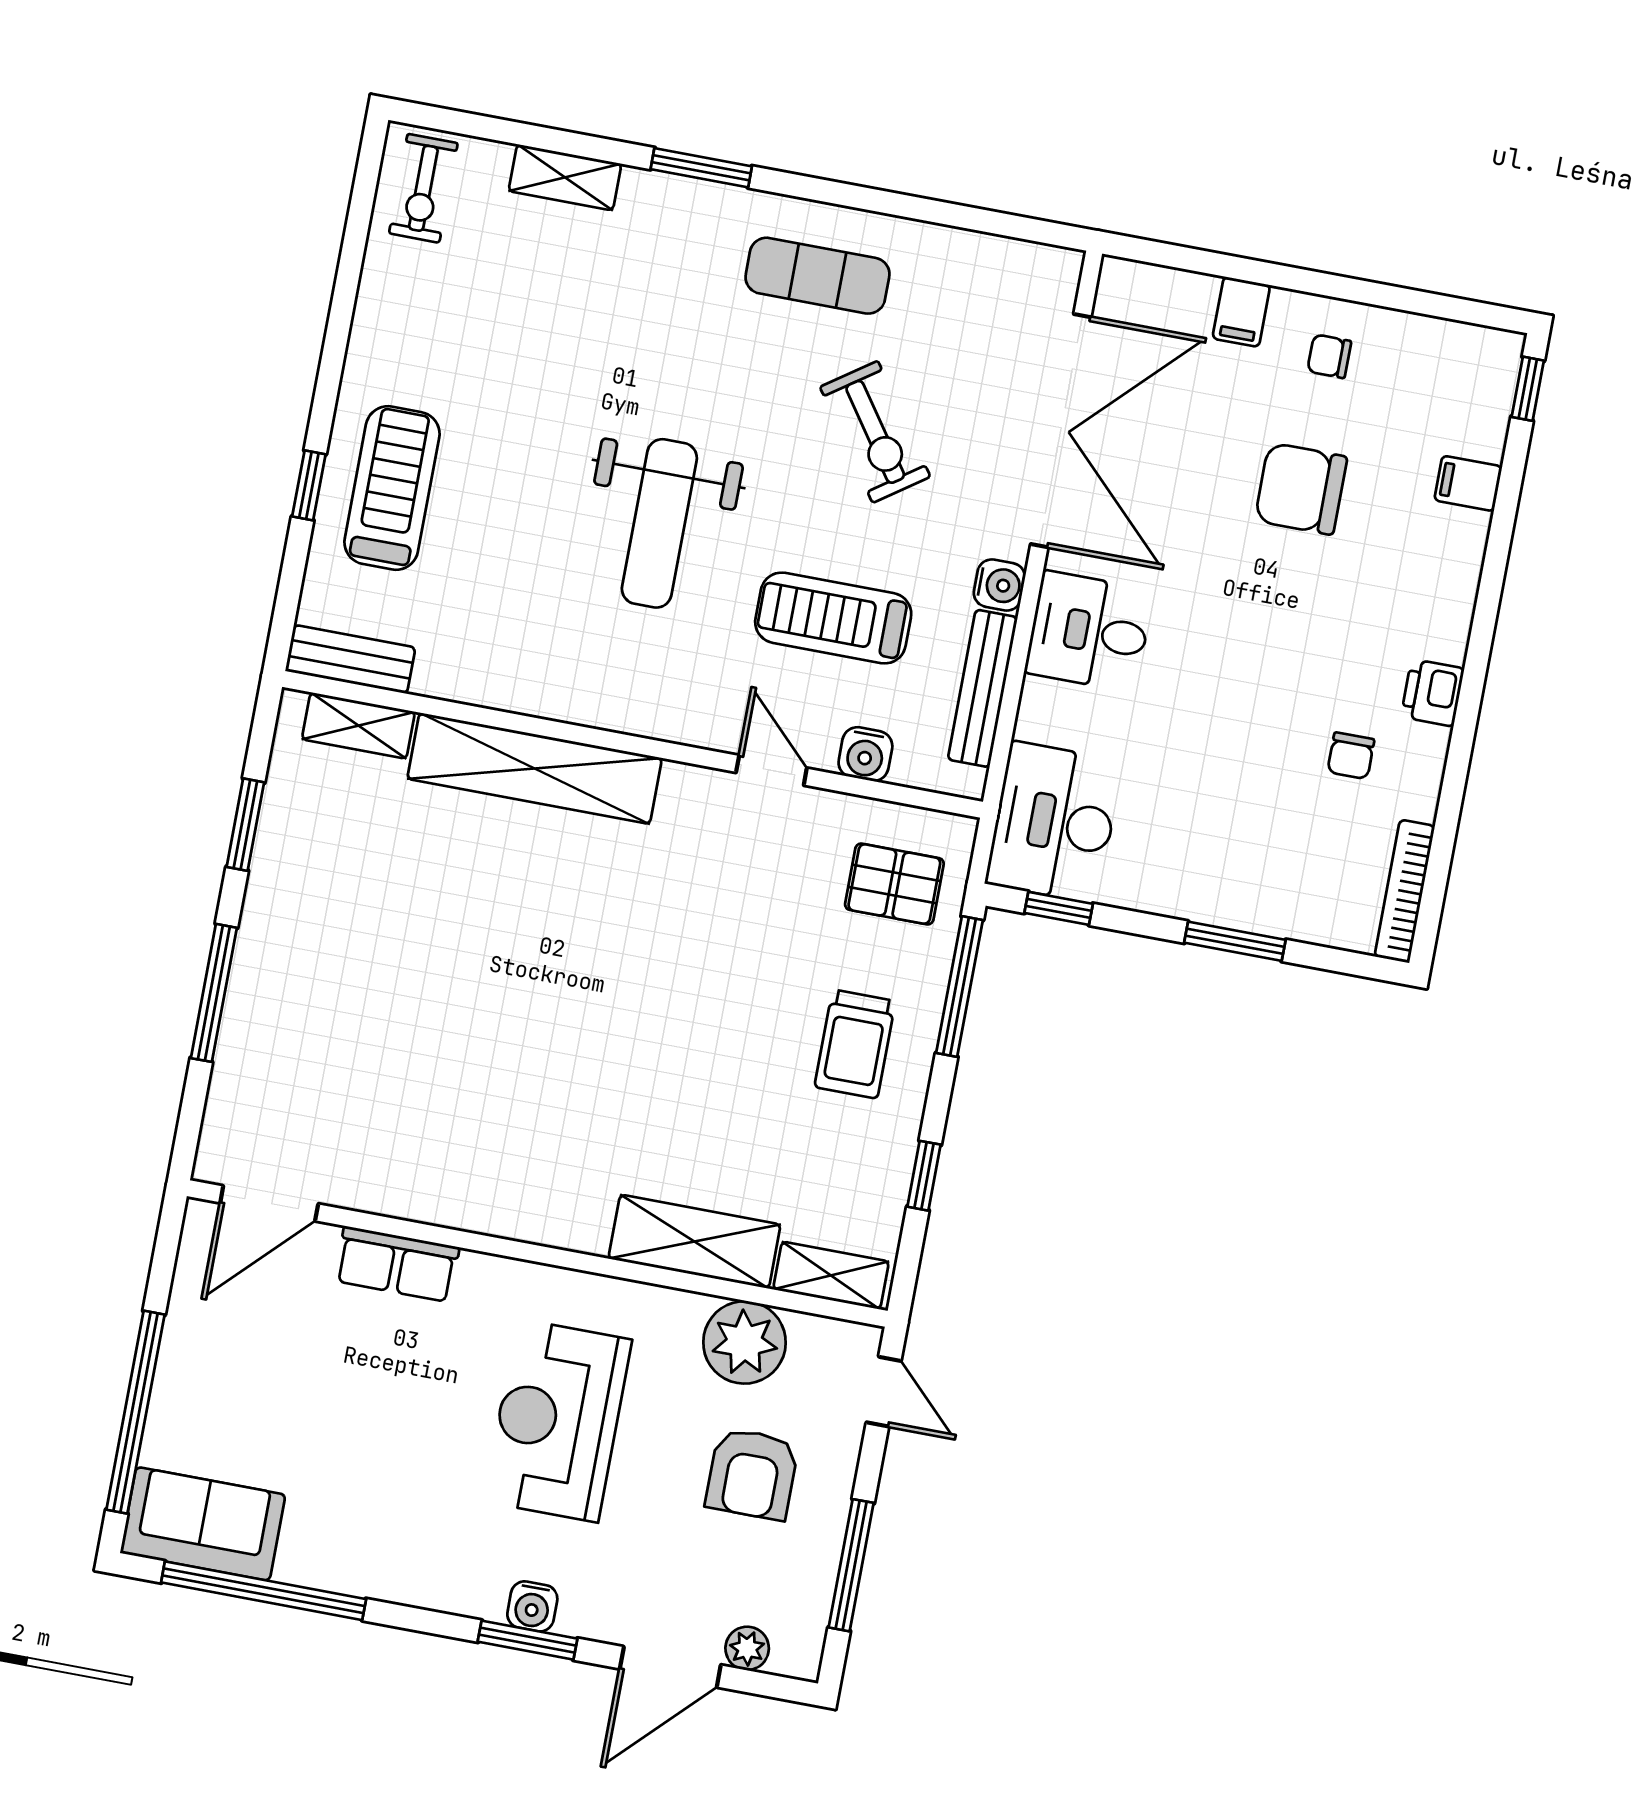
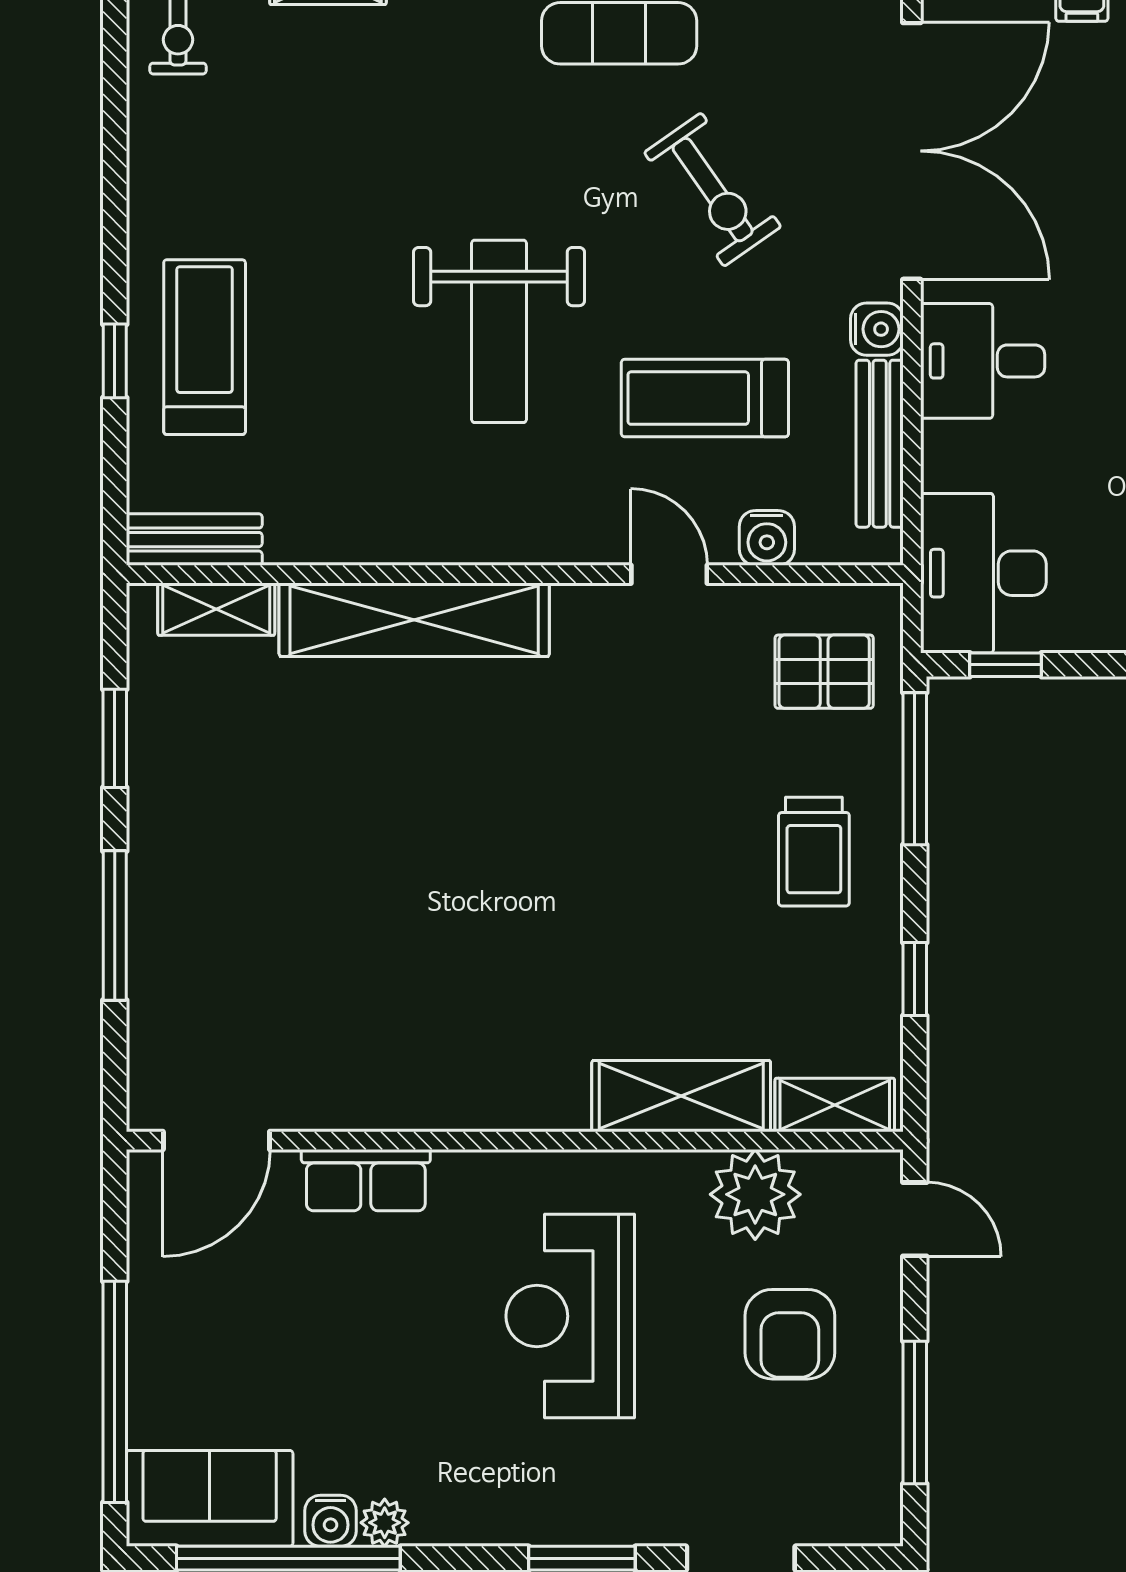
water cooler: (532, 1606) -> (331, 1521), moved
plant: (747, 1648) -> (385, 1523), moved

